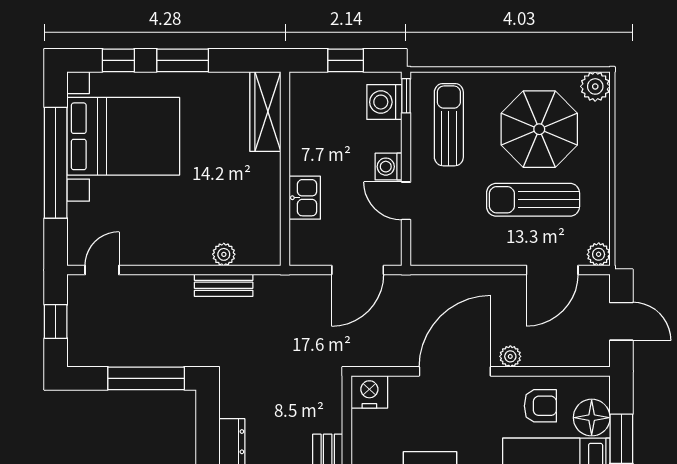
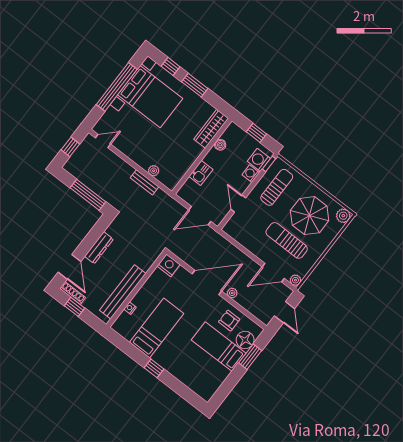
boiler: (301, 126) -> (220, 145), added
washing machine: (388, 167) -> (251, 174), moved
armchair: (540, 406) -> (229, 321), turned 180

